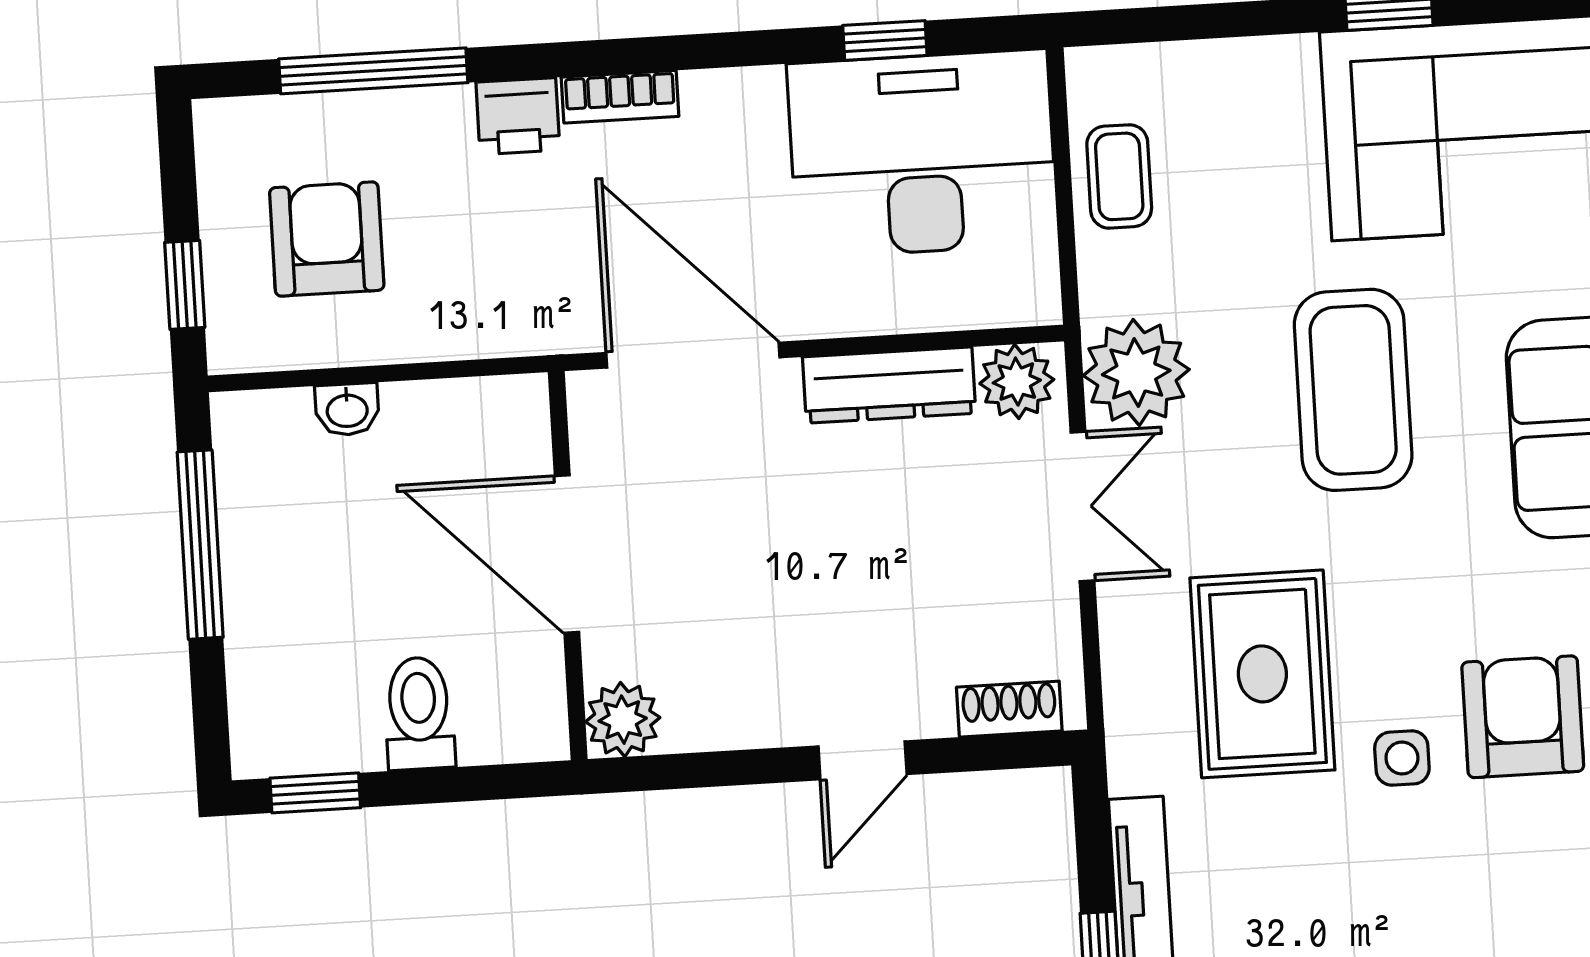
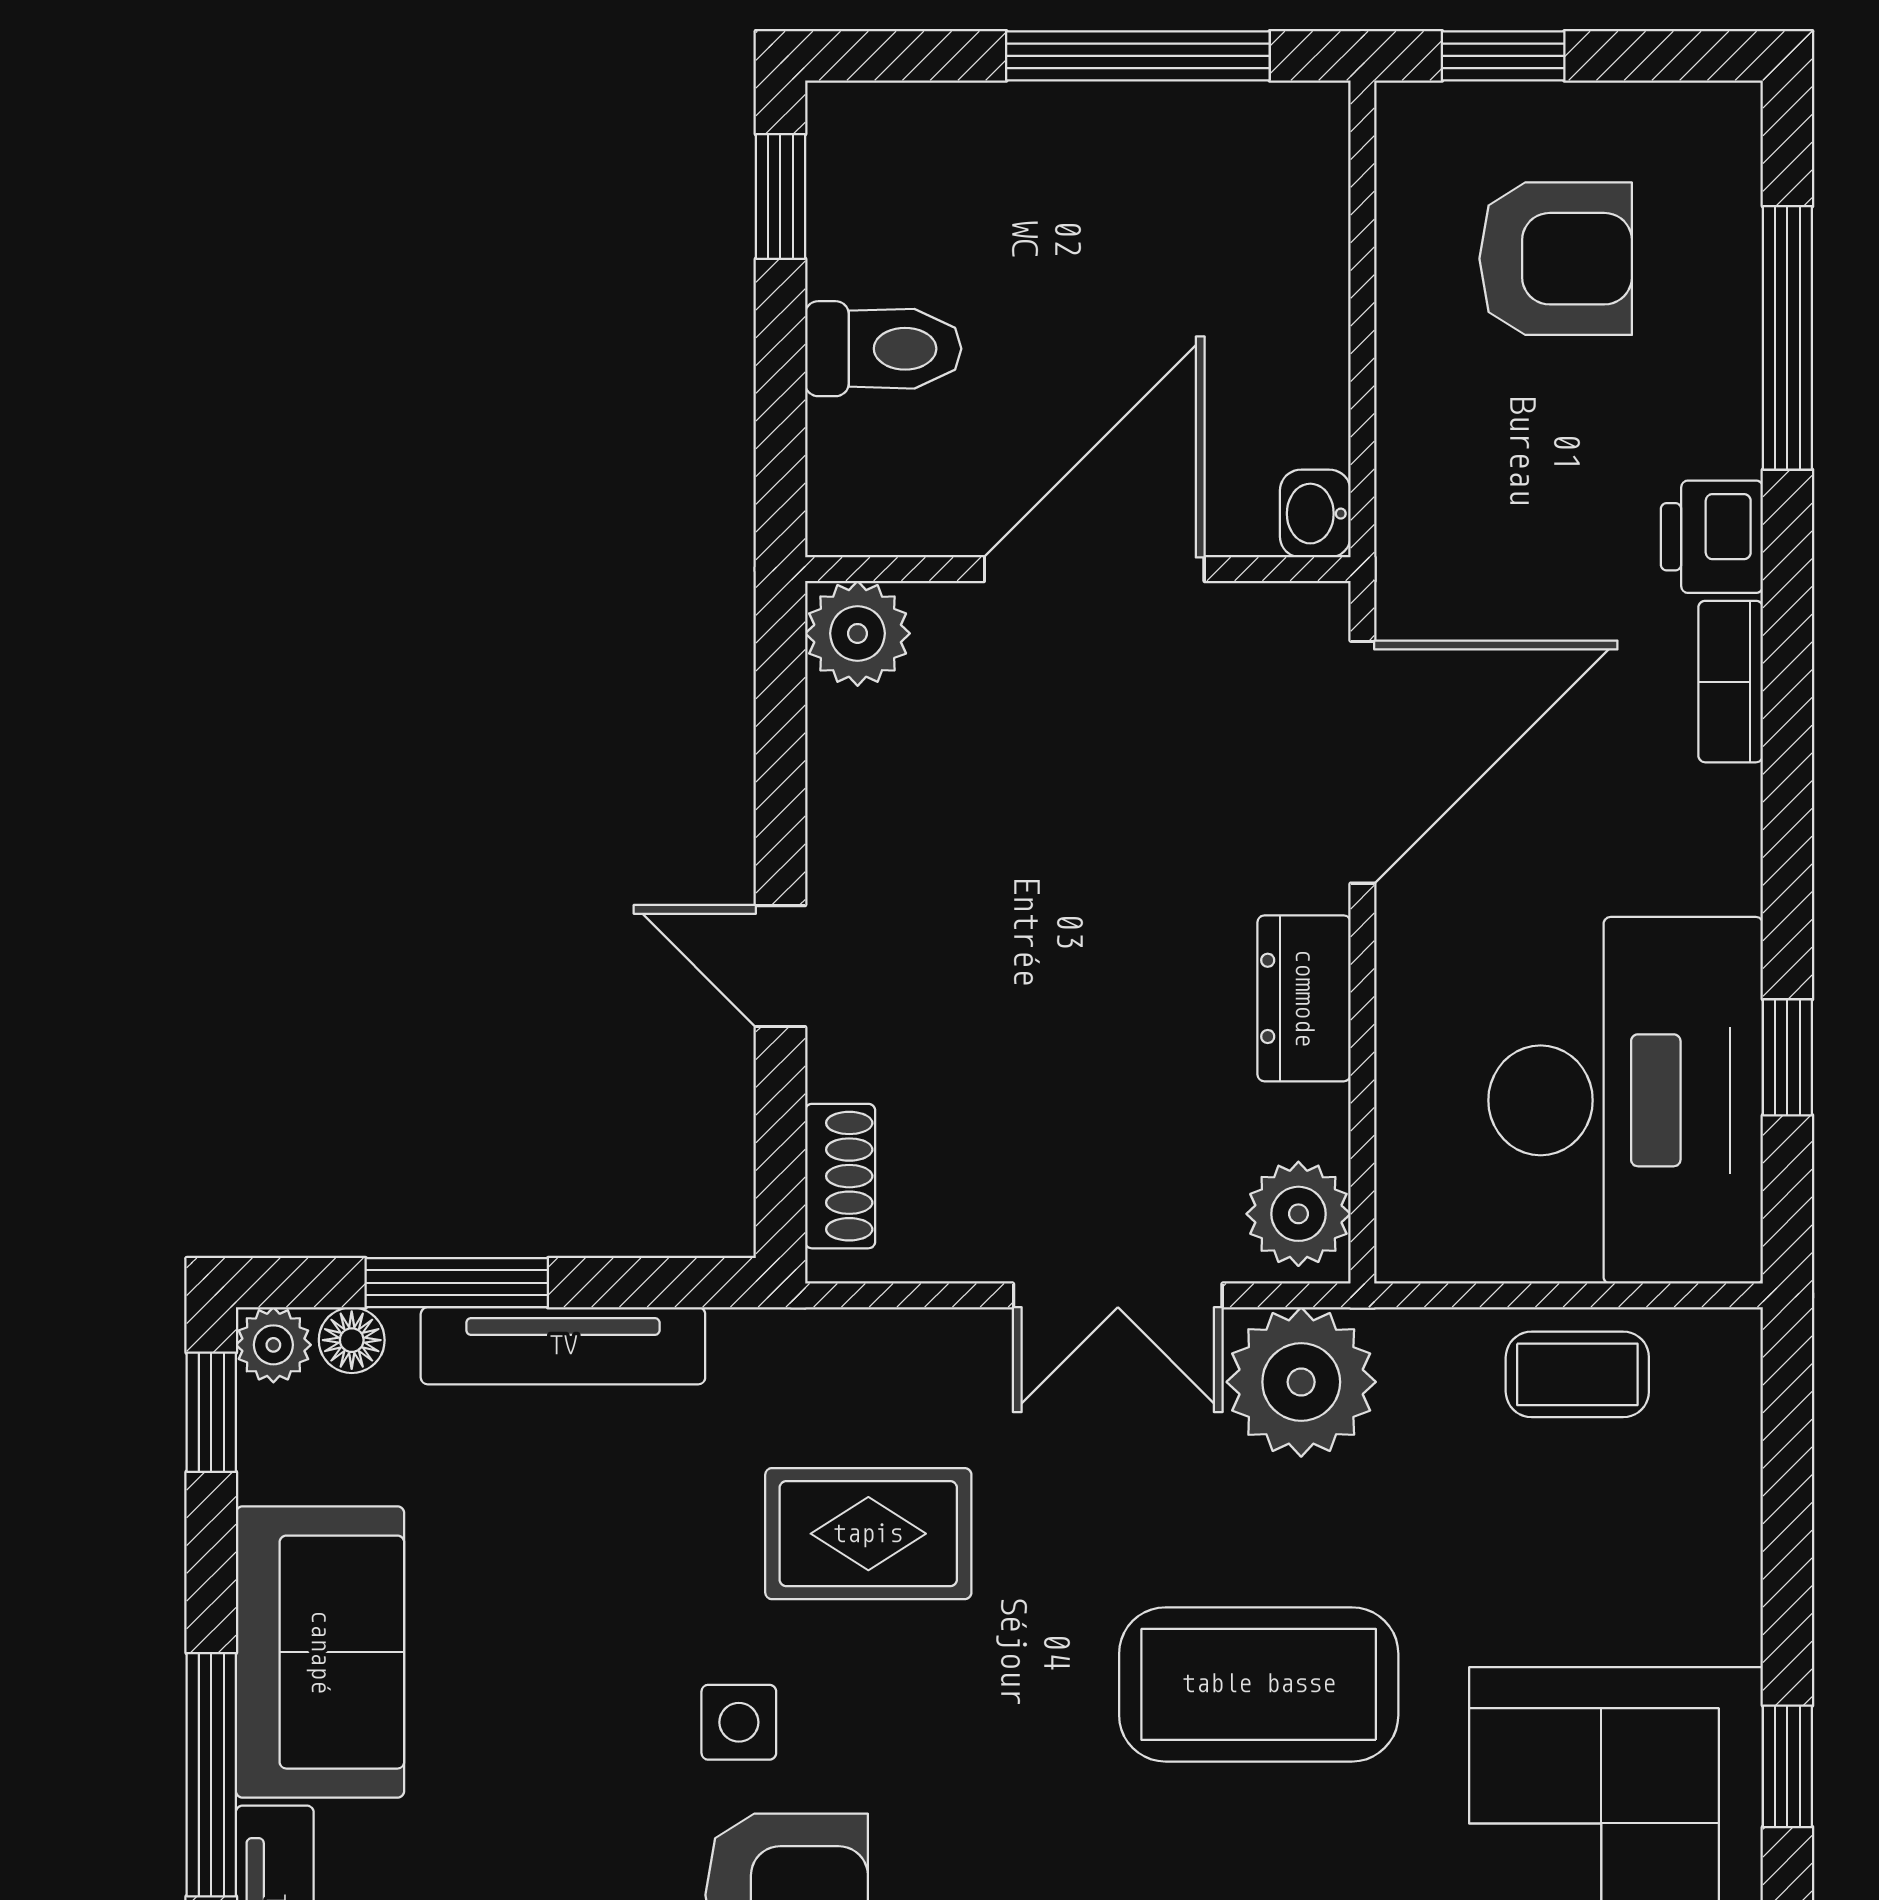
dresser: (889, 385) -> (1304, 998), width x0.70
washbasin: (347, 409) -> (1315, 514), moved
rug: (1262, 674) -> (868, 1534), width x0.73, depth x0.70

